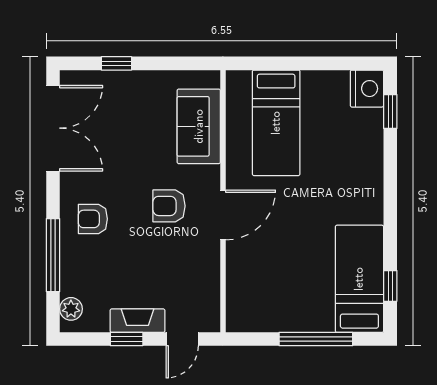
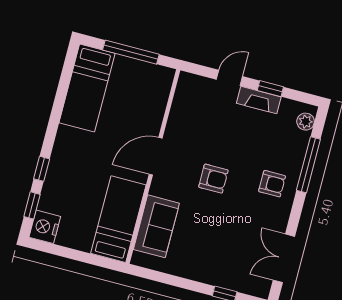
sofa: (199, 126) -> (156, 226), moved
double door: (53, 128) -> (284, 258), width x0.73
wall: (223, 201) -> (153, 166), moved
door: (223, 215) -> (156, 156), moved
window: (390, 286) -> (42, 169), moved

